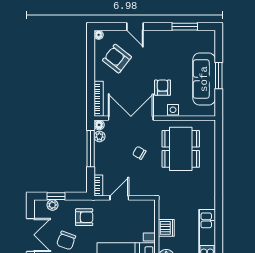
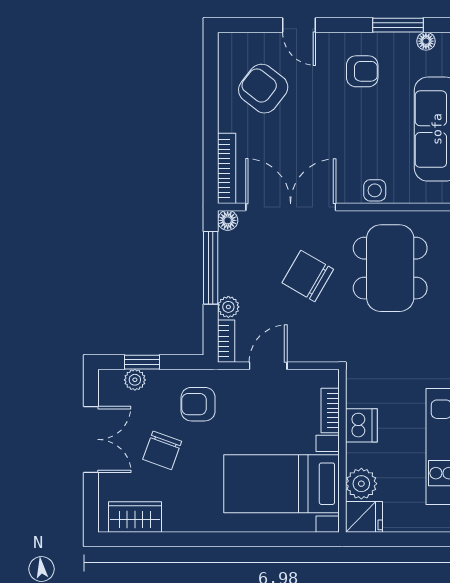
floor lamp: (99, 35) -> (426, 41), moved
armchair: (163, 88) -> (362, 71), moved, turned 90
plant: (99, 136) -> (228, 307), moved
chair: (139, 153) -> (308, 276), width x1.87, depth x1.87
armchair: (84, 217) -> (198, 404), turned 180
bookcase: (151, 220) -> (330, 410), added

